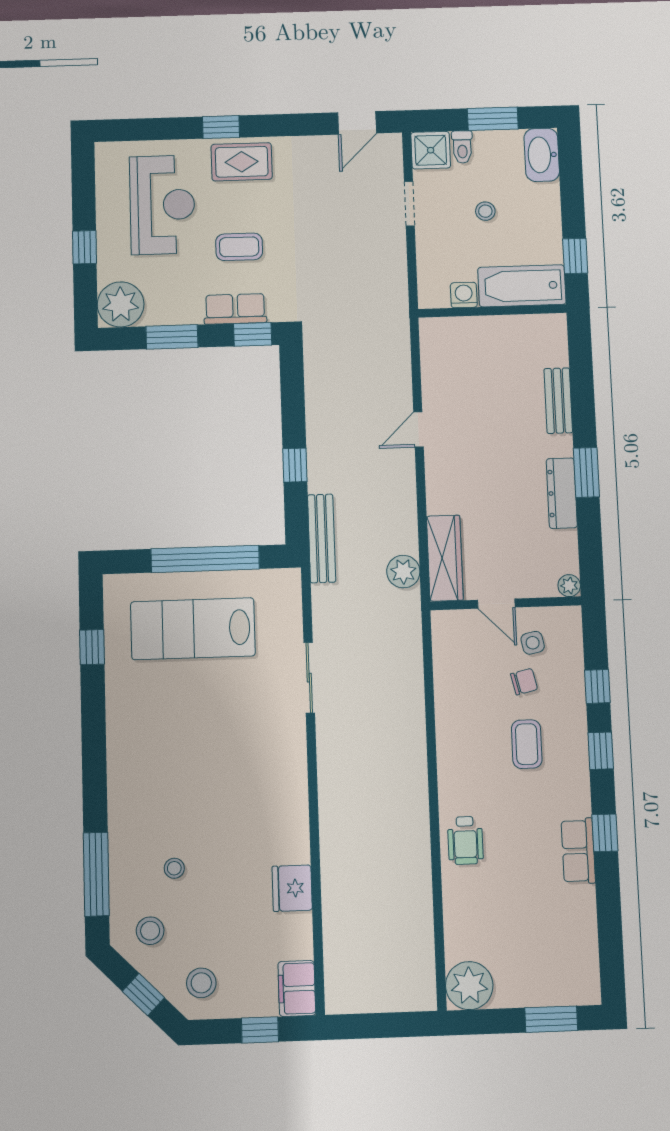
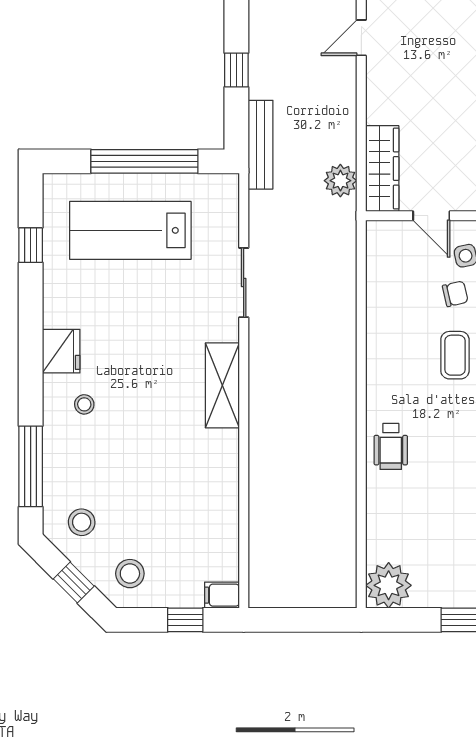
shelving: (291, 783) -> (222, 385), added
stool: (174, 868) -> (84, 404), moved
fridge: (292, 888) -> (61, 351), moved, turned 180
filing cabinet: (297, 988) -> (222, 595), width x0.50

